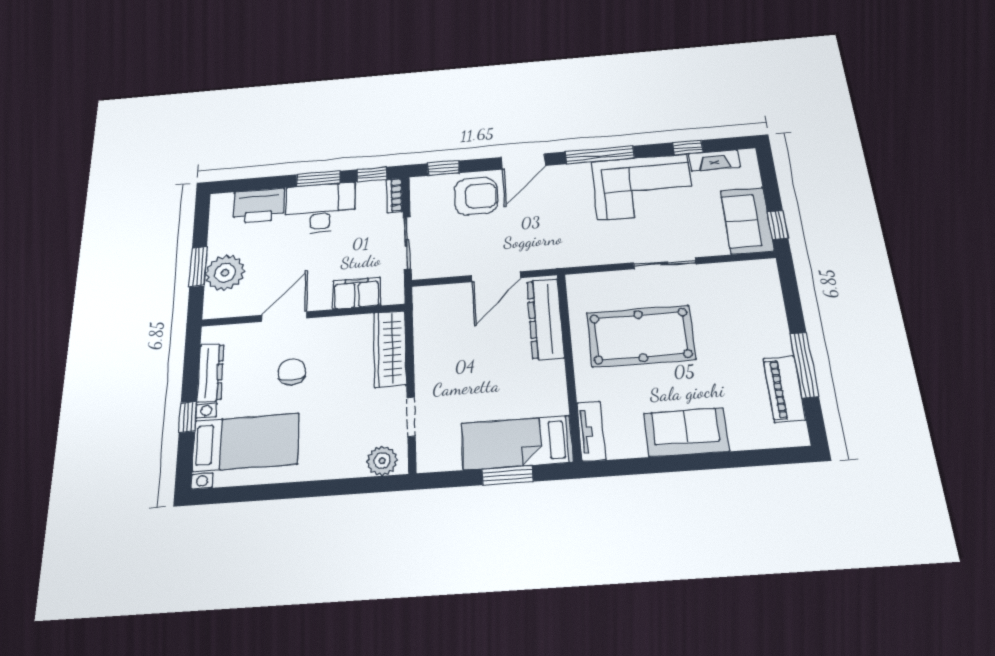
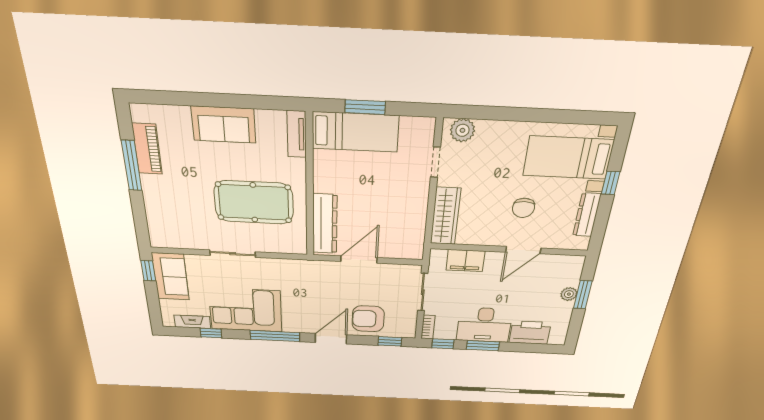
plant: (225, 273) -> (569, 294), width x0.53, depth x0.53

